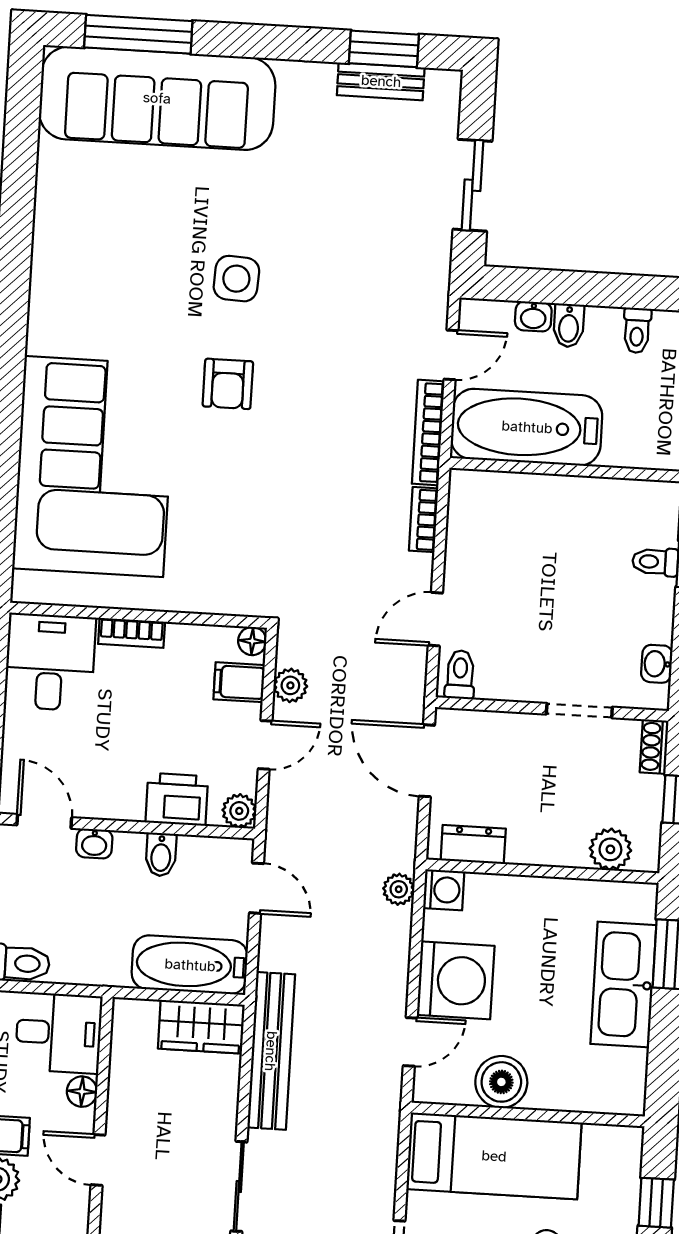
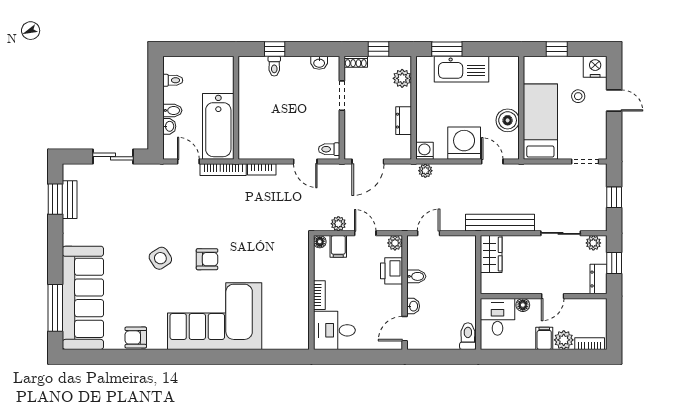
armchair: (60, 212) -> (136, 337), added
side table: (236, 279) -> (160, 258), turned -36
corner sofa: (94, 467) -> (215, 316), moved
dresser: (473, 844) -> (404, 121), moved
bathtub: (190, 965) -> (464, 261), removed

